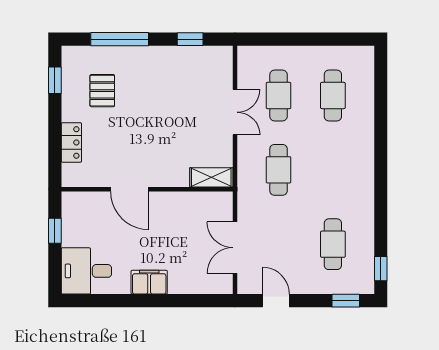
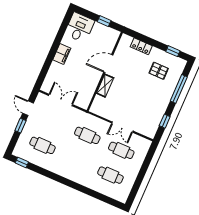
shelving: (211, 177) -> (105, 86), moved
door: (276, 301) -> (28, 108), swing flipped
window: (346, 301) -> (20, 126), moved

